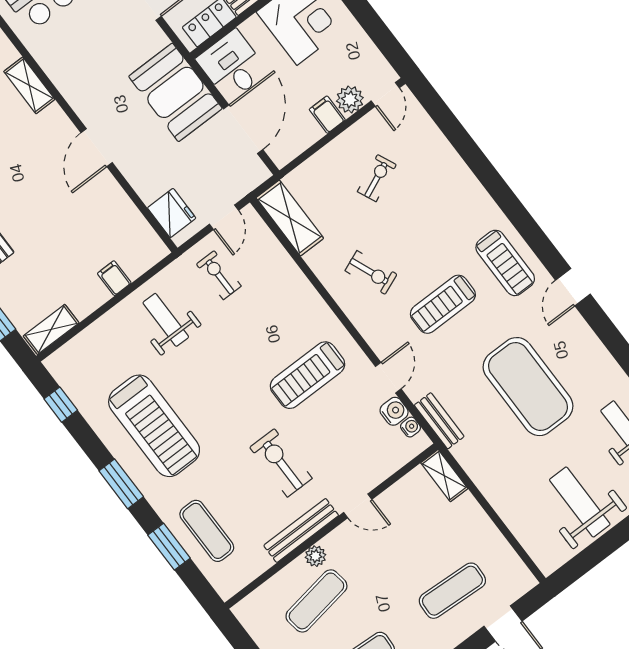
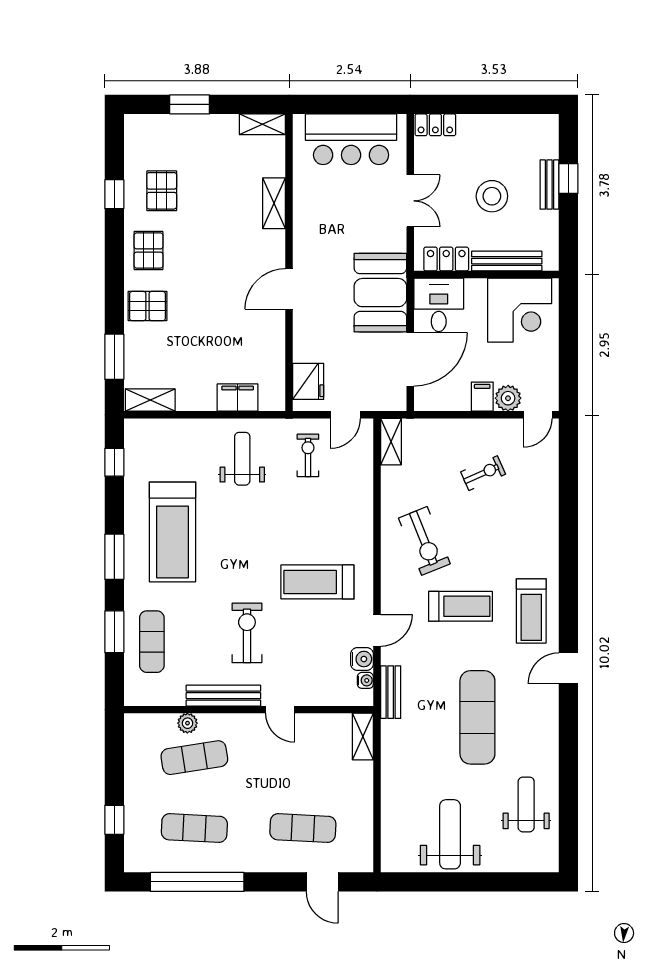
shelving: (290, 218) -> (391, 442), width x0.67, depth x0.75
exercise bike: (371, 272) -> (424, 541), width x1.38, depth x1.39
filing cabinet: (114, 278) -> (238, 398), width x2.00
treadmill: (443, 304) -> (460, 606), turned 180
exercise mat: (528, 387) -> (477, 717), width x0.68
plant: (315, 556) -> (187, 723), moved

